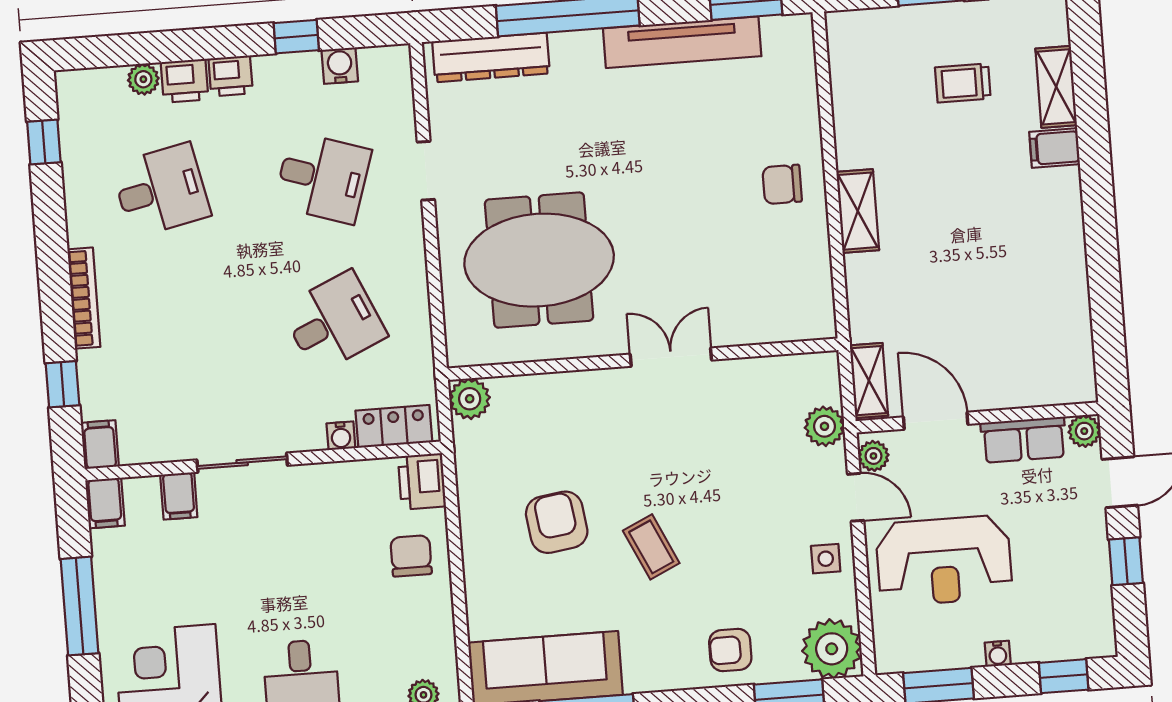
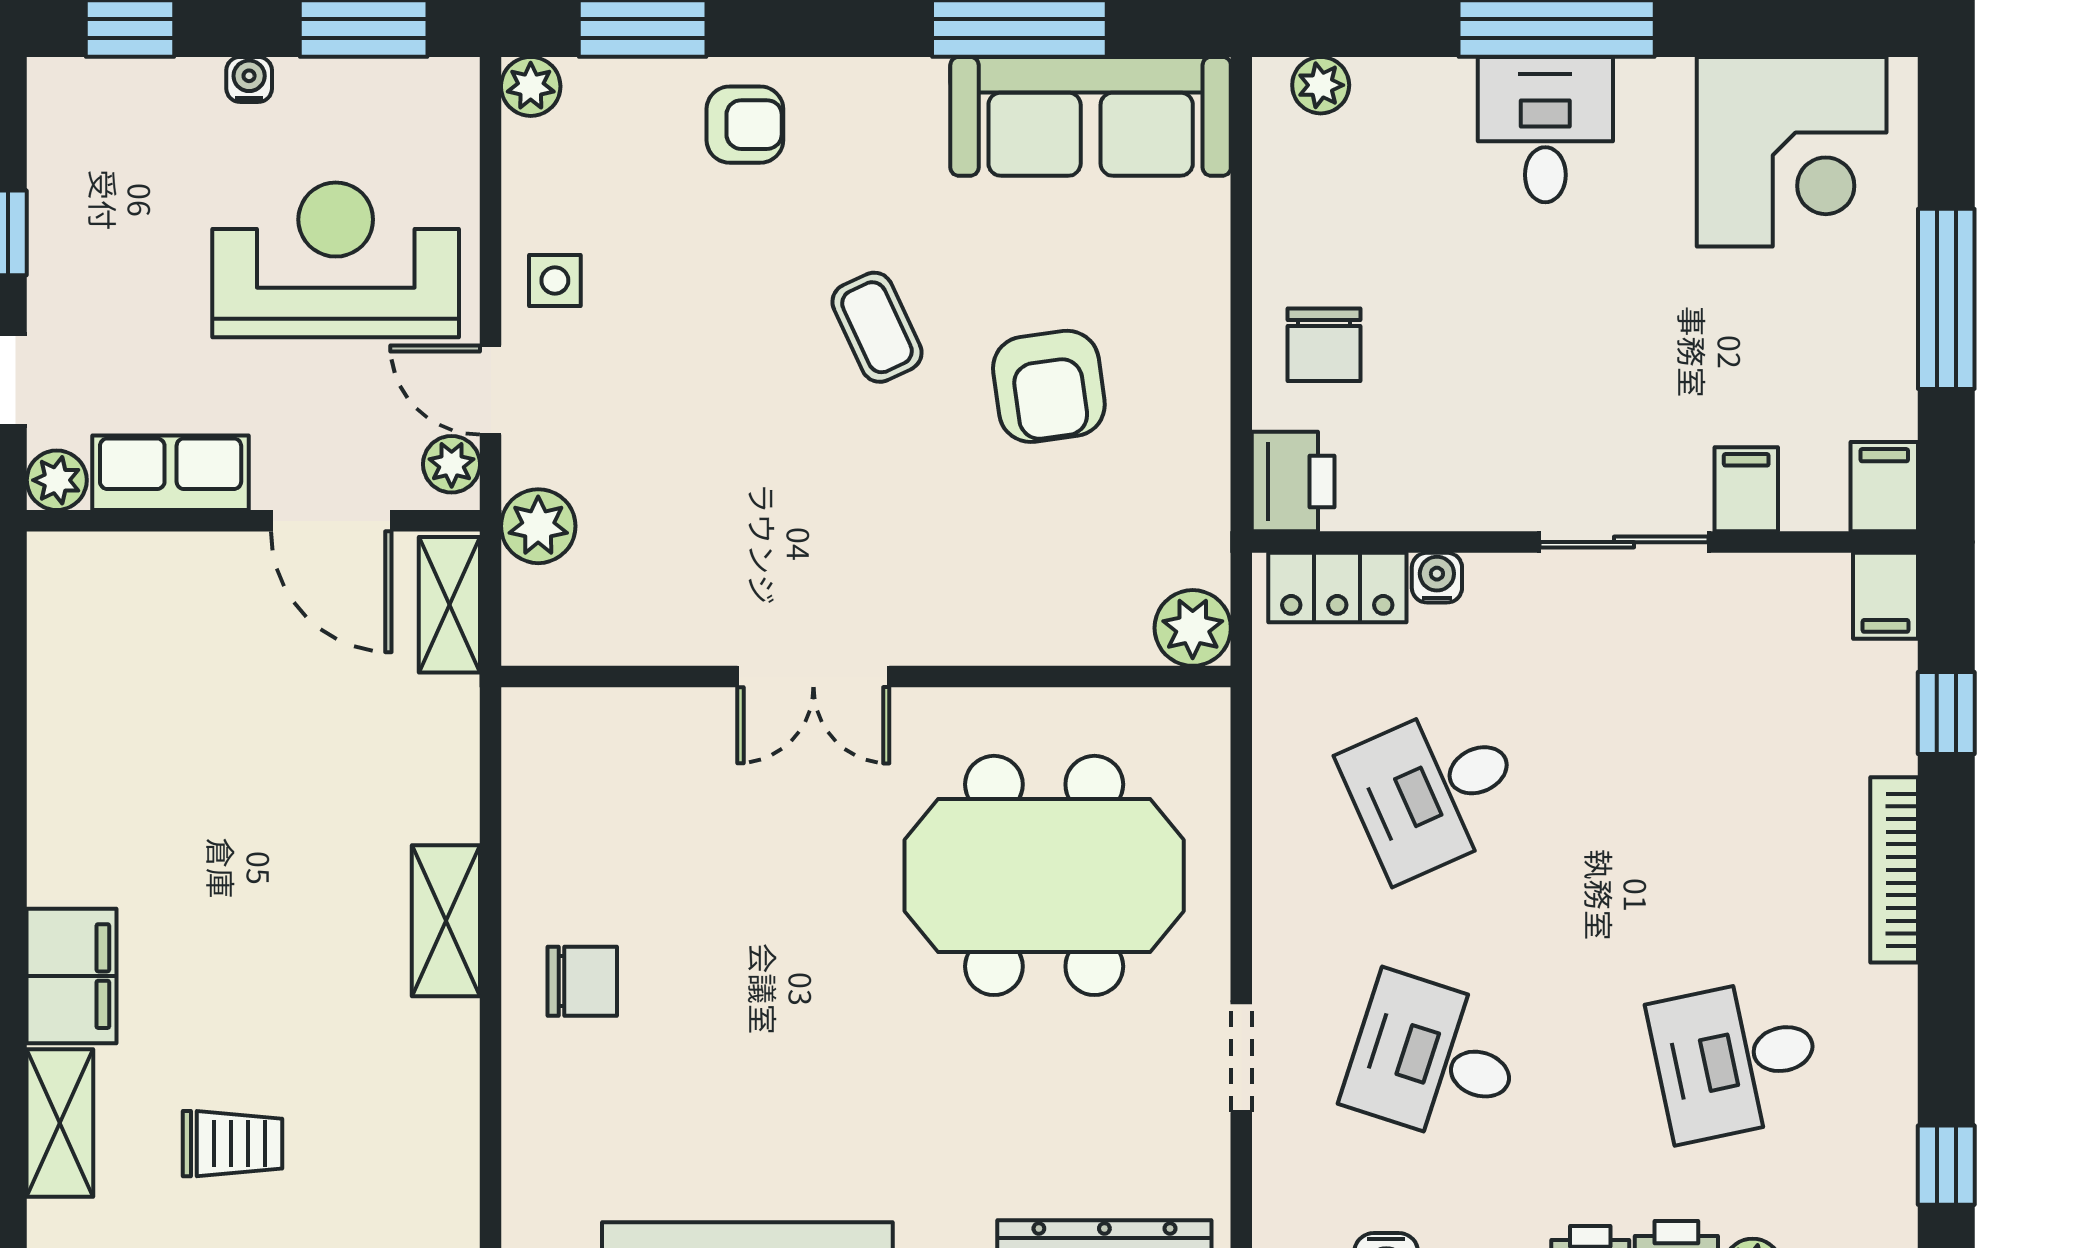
filing cabinet: (1055, 148) -> (71, 976), width x2.00
plant: (832, 649) -> (531, 86), width x0.53, depth x0.53

